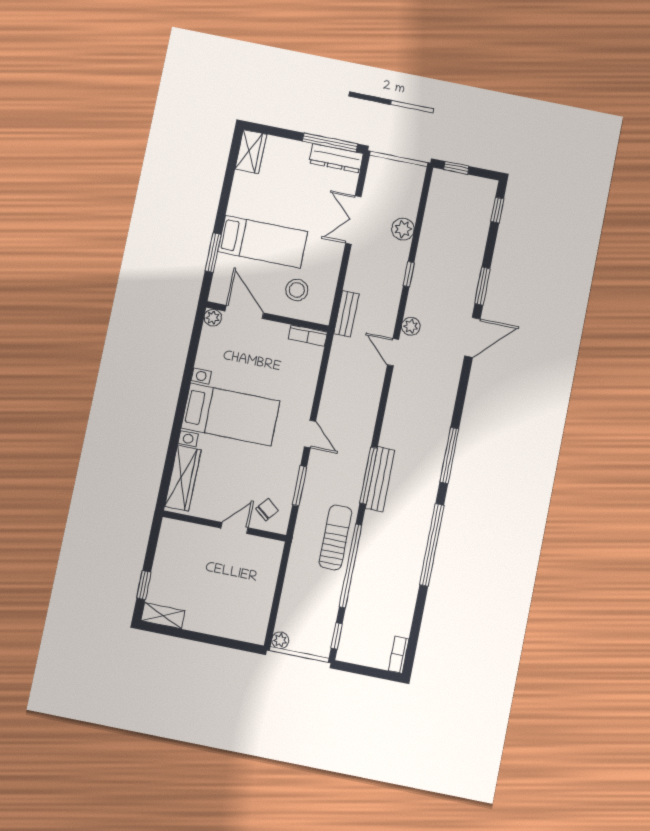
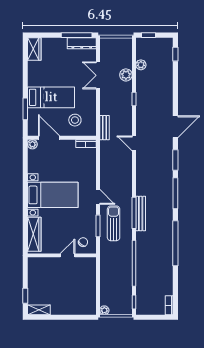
window: (482, 286) -> (175, 160), moved
plant: (411, 326) -> (141, 65), moved
sun lounger: (335, 537) -> (114, 223), moved

